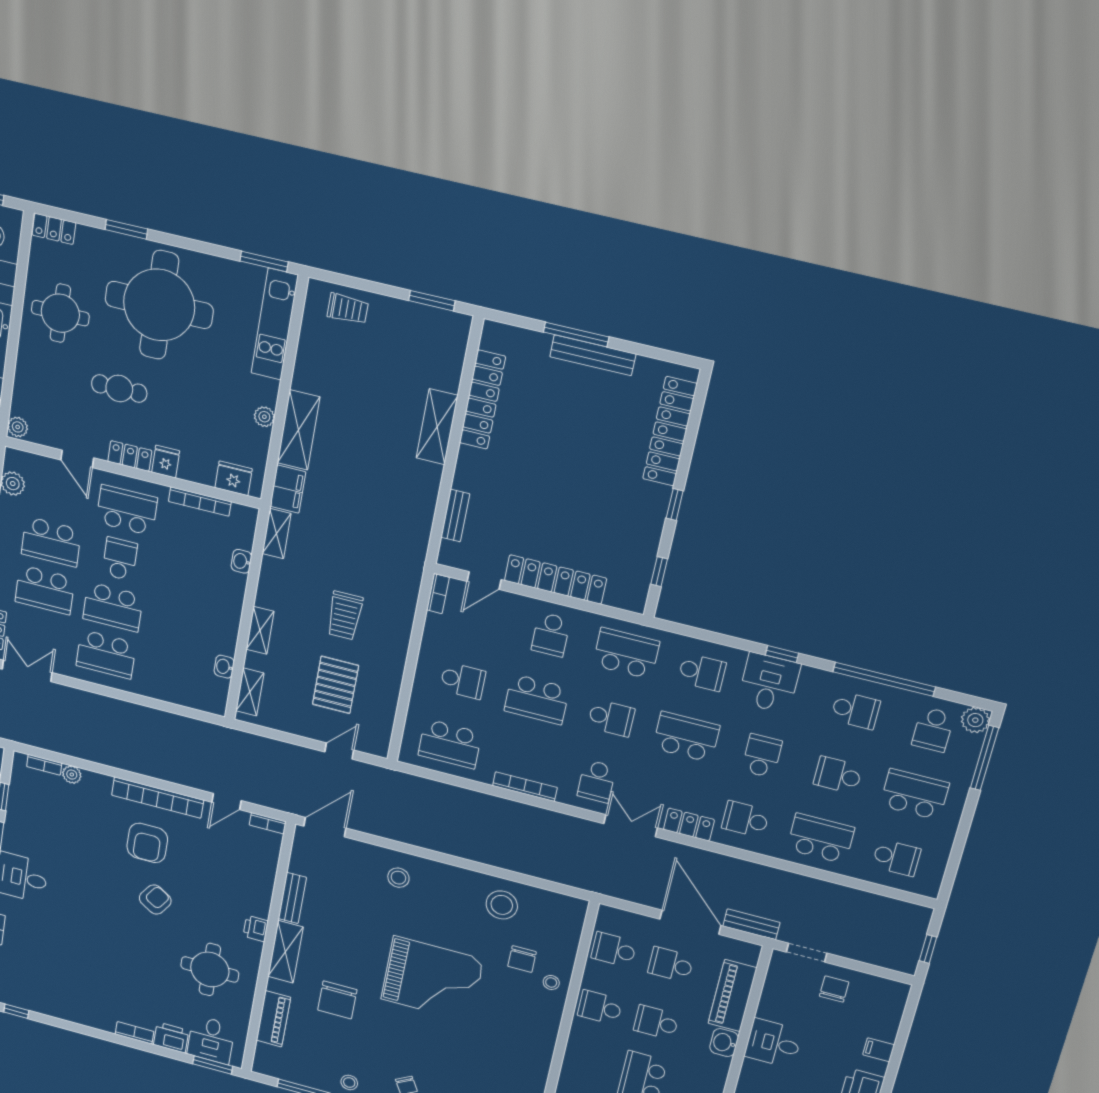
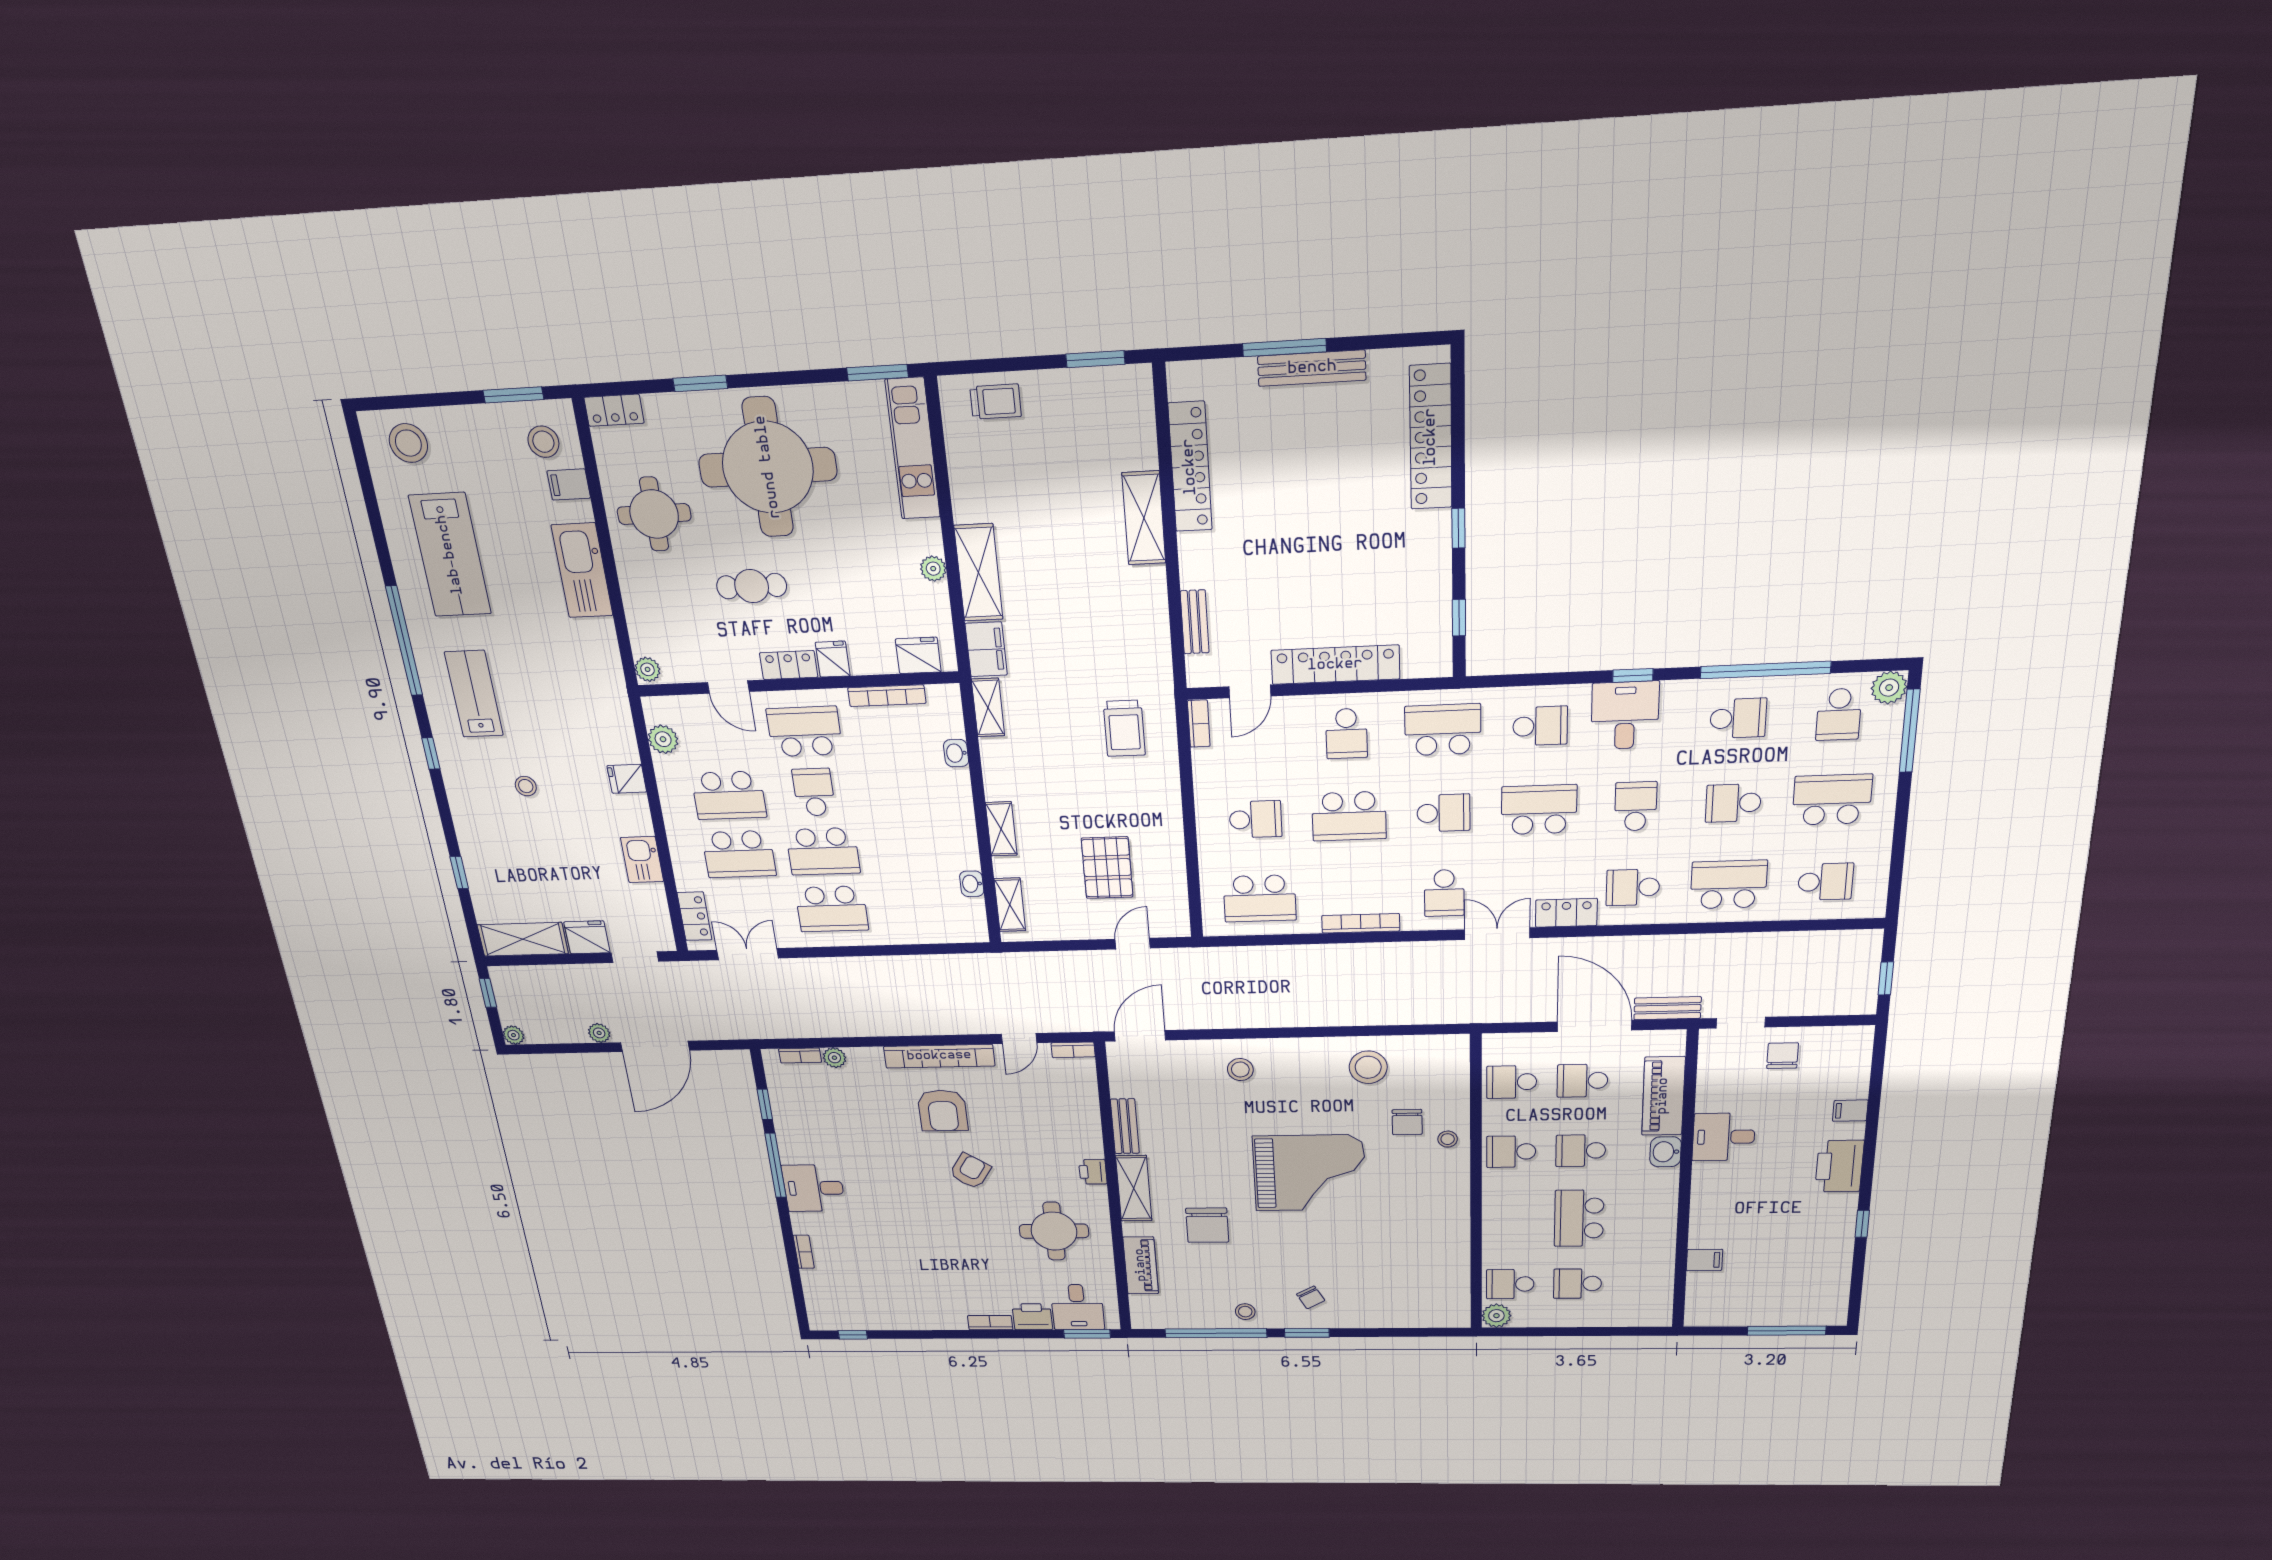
trolley: (345, 616) -> (1124, 728), moved

